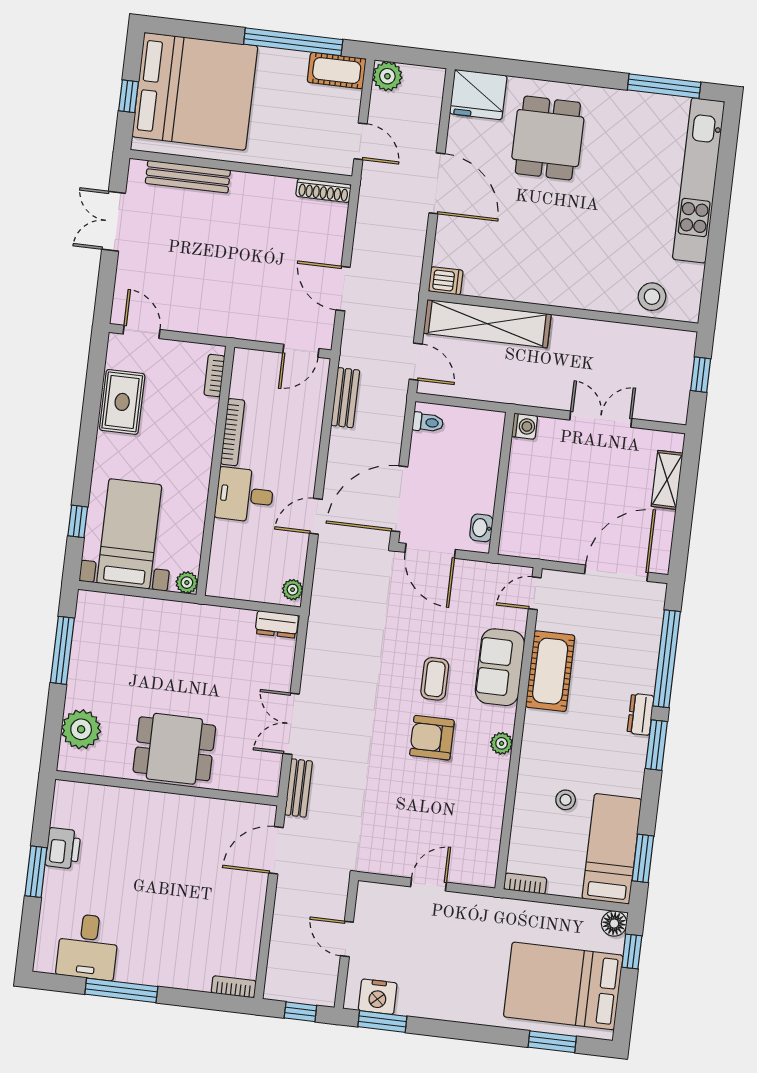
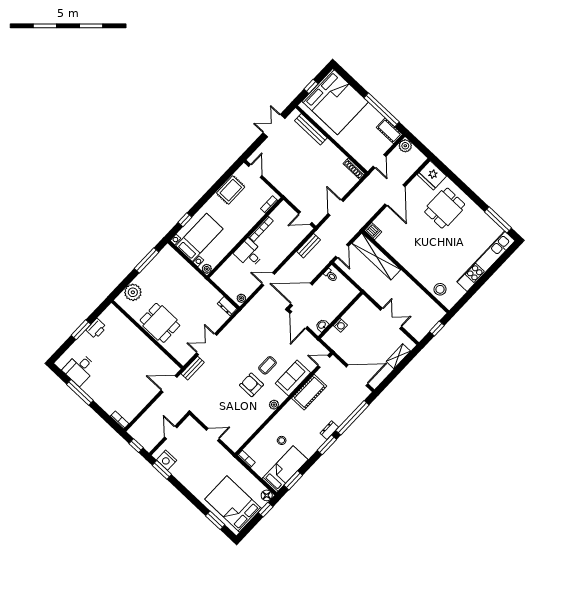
washing machine: (525, 426) -> (340, 325), moved

